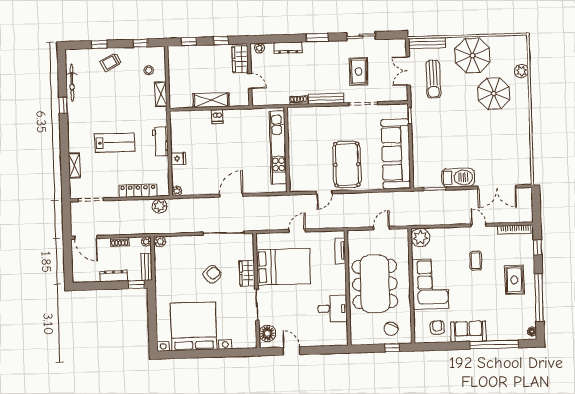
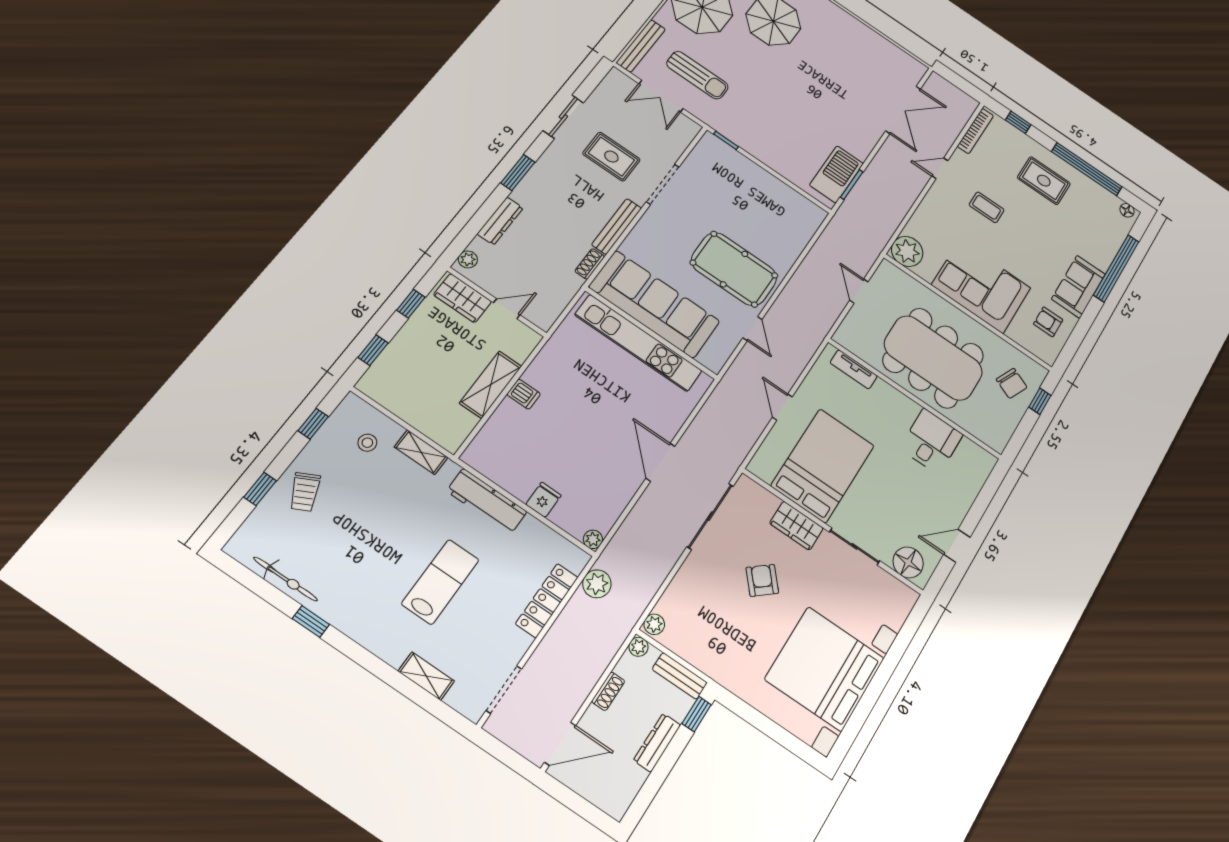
workbench: (161, 141) -> (487, 501), width x1.38
sofa: (396, 154) -> (654, 304), moved, turned 180
barbecue: (458, 178) -> (836, 174), moved

